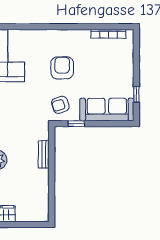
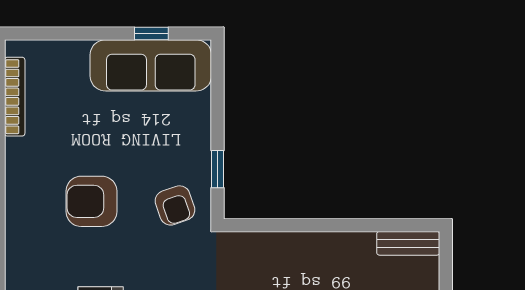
sofa: (107, 110) -> (151, 65), moved, turned -90
bench: (44, 154) -> (408, 243), moved

